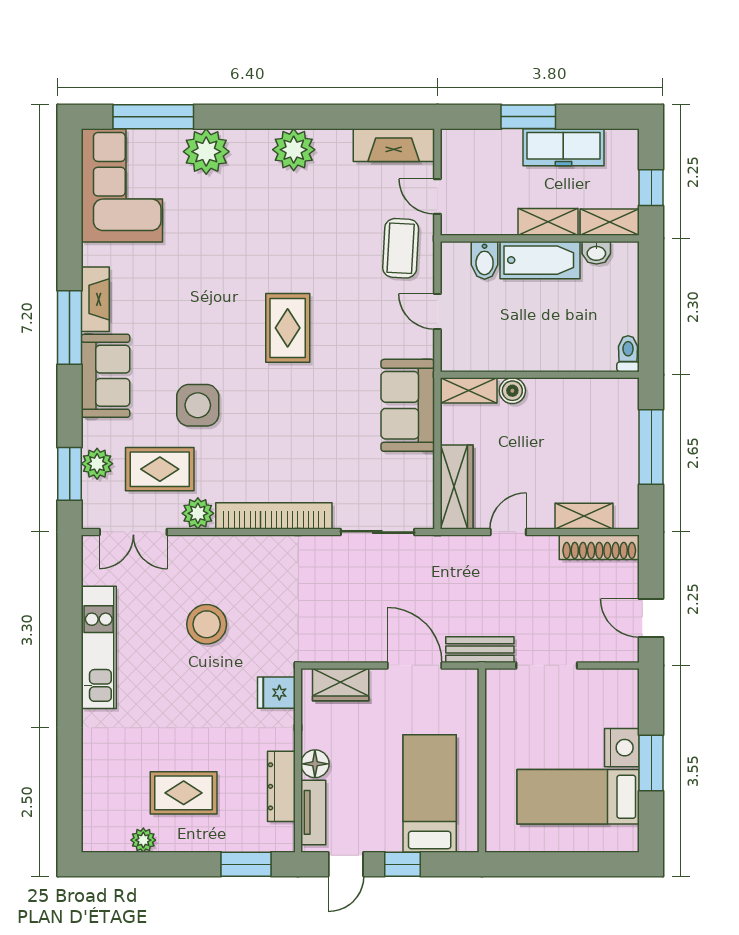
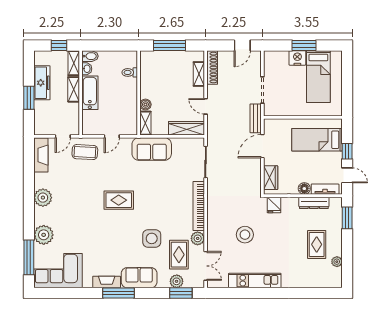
bidet: (485, 260) -> (90, 56), moved
toilet: (628, 354) -> (130, 72), moved

